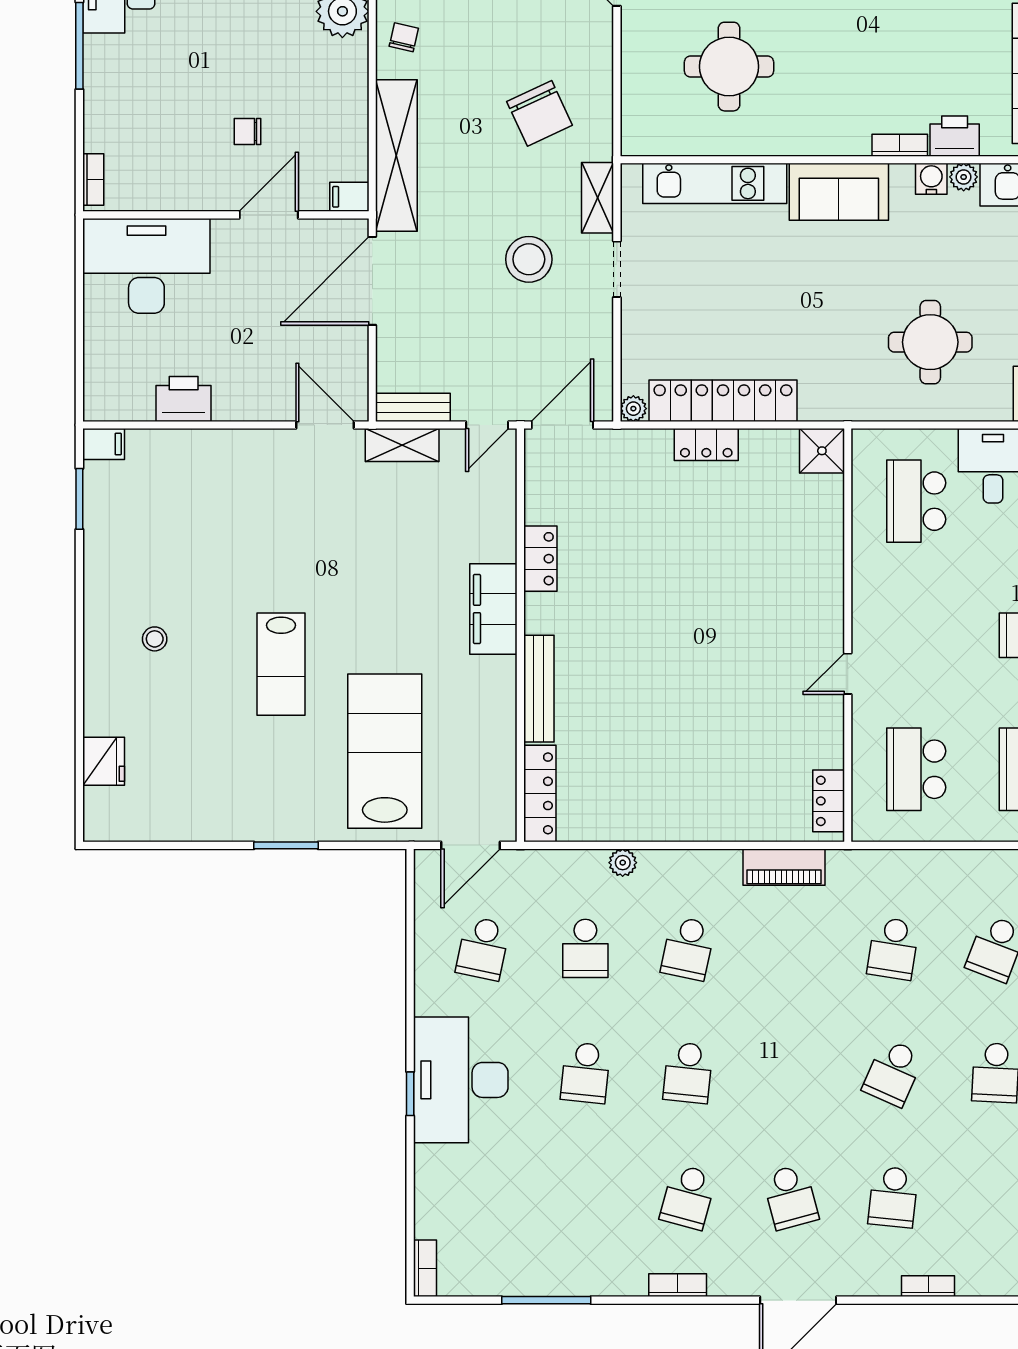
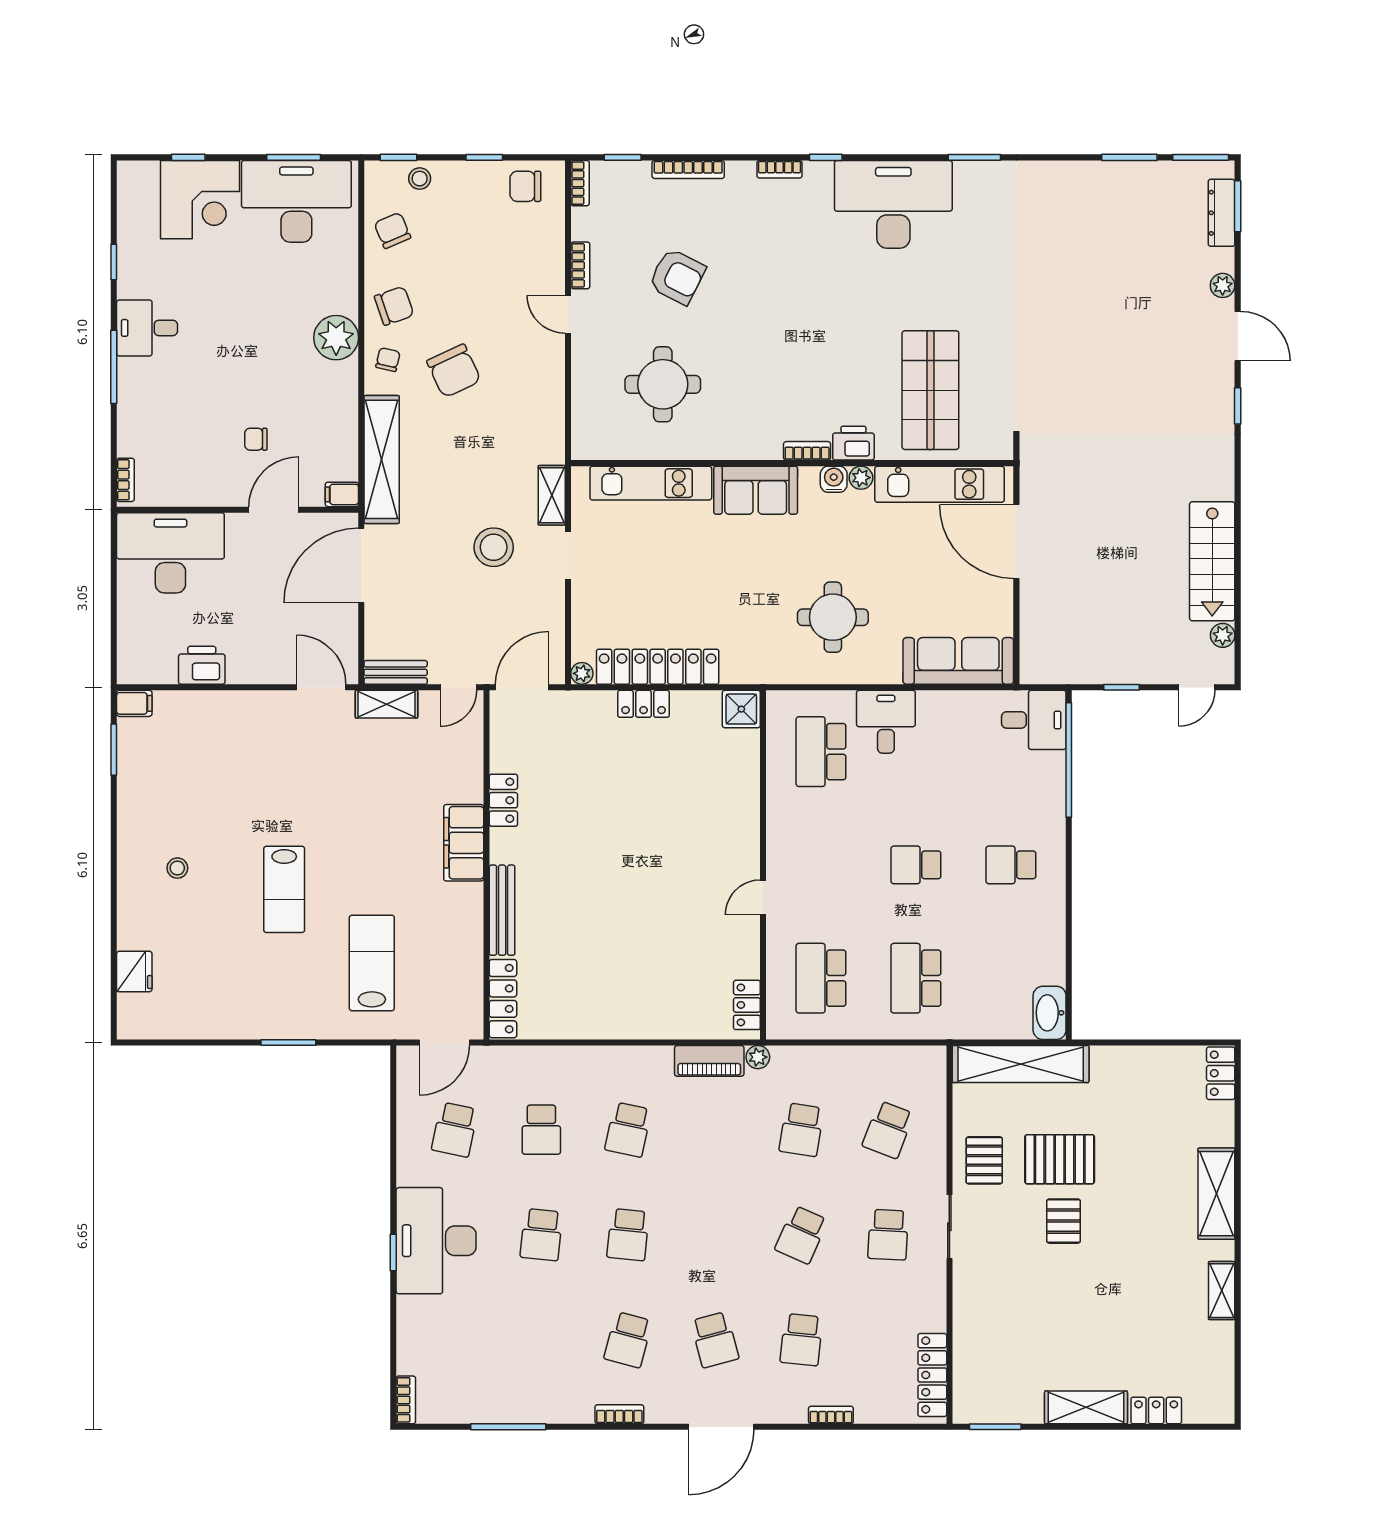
chair: (540, 113) -> (454, 371), moved
lab bench: (385, 751) -> (372, 963), width x0.73, depth x0.72
plant: (623, 863) -> (758, 1057), moved

